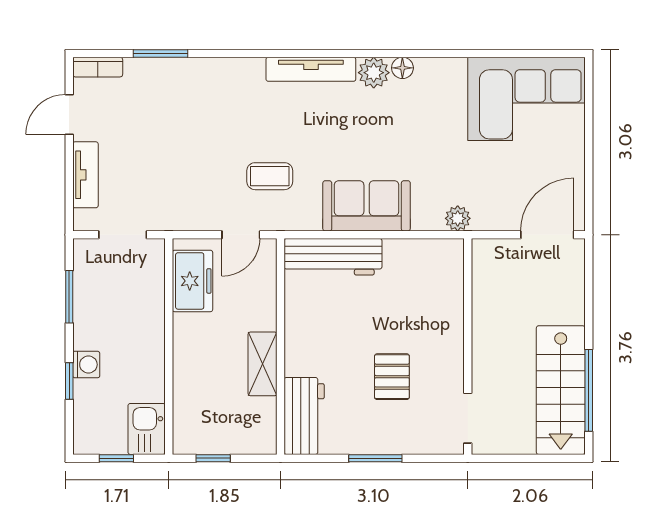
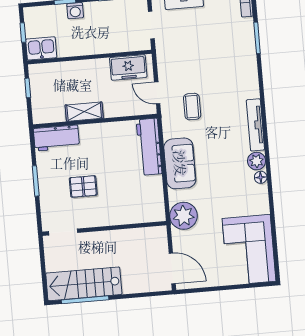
plant: (458, 218) -> (183, 216), width x1.88, depth x1.88

